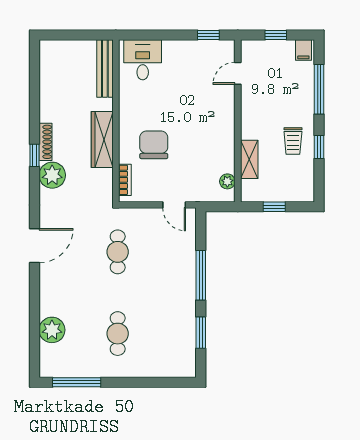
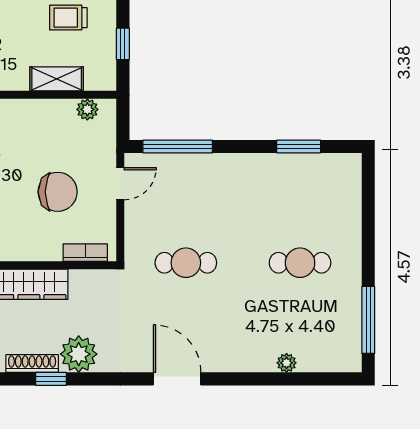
trolley: (293, 141) -> (68, 18), moved, turned 180
chair: (154, 145) -> (58, 192), moved, turned 180
window: (201, 275) -> (178, 146), moved
plant: (52, 330) -> (287, 363), width x0.53, depth x0.53

